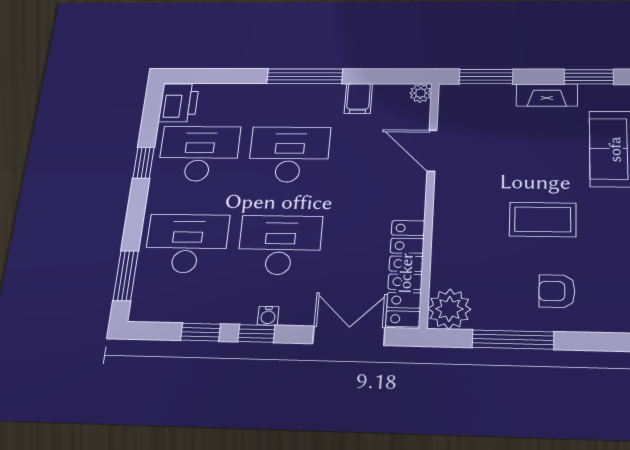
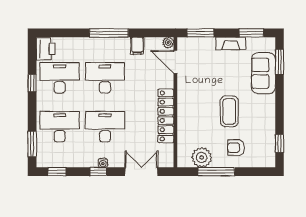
door: (432, 151) -> (175, 62), moved
coffee table: (543, 219) -> (229, 111), turned 90
locker: (406, 273) -> (166, 116), moved
plant: (449, 309) -> (202, 157), moved
window: (201, 332) -> (57, 172), moved

